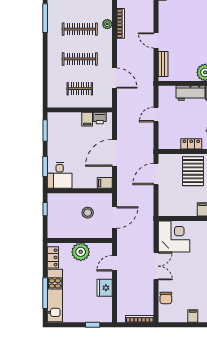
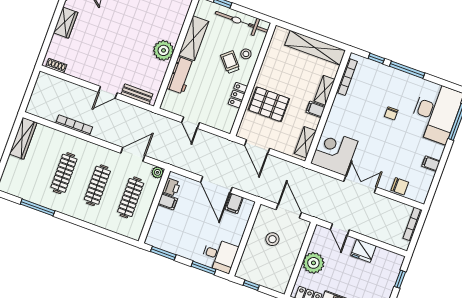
plant: (107, 24) -> (157, 172), moved
clothes rail: (80, 89) -> (131, 197), width x1.36
filing cabinet: (105, 183) -> (234, 203), moved
shelving: (174, 211) -> (305, 142), added

